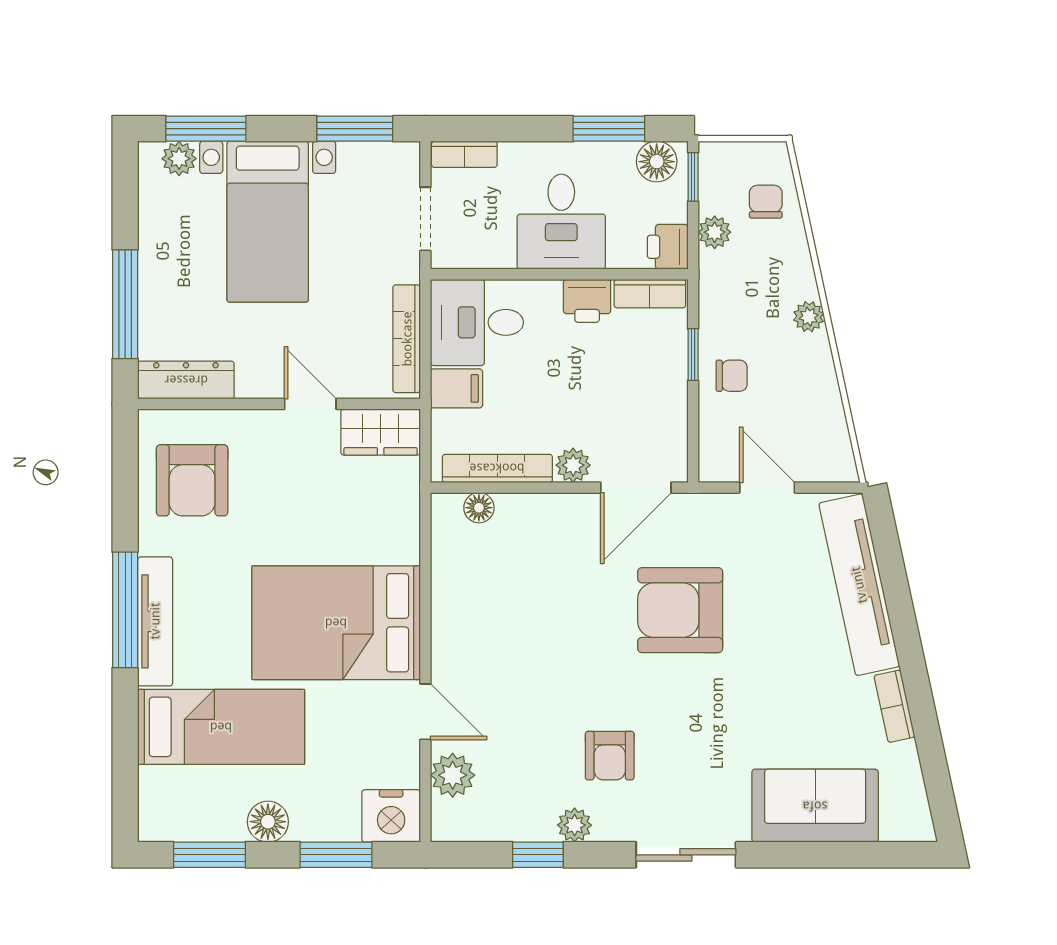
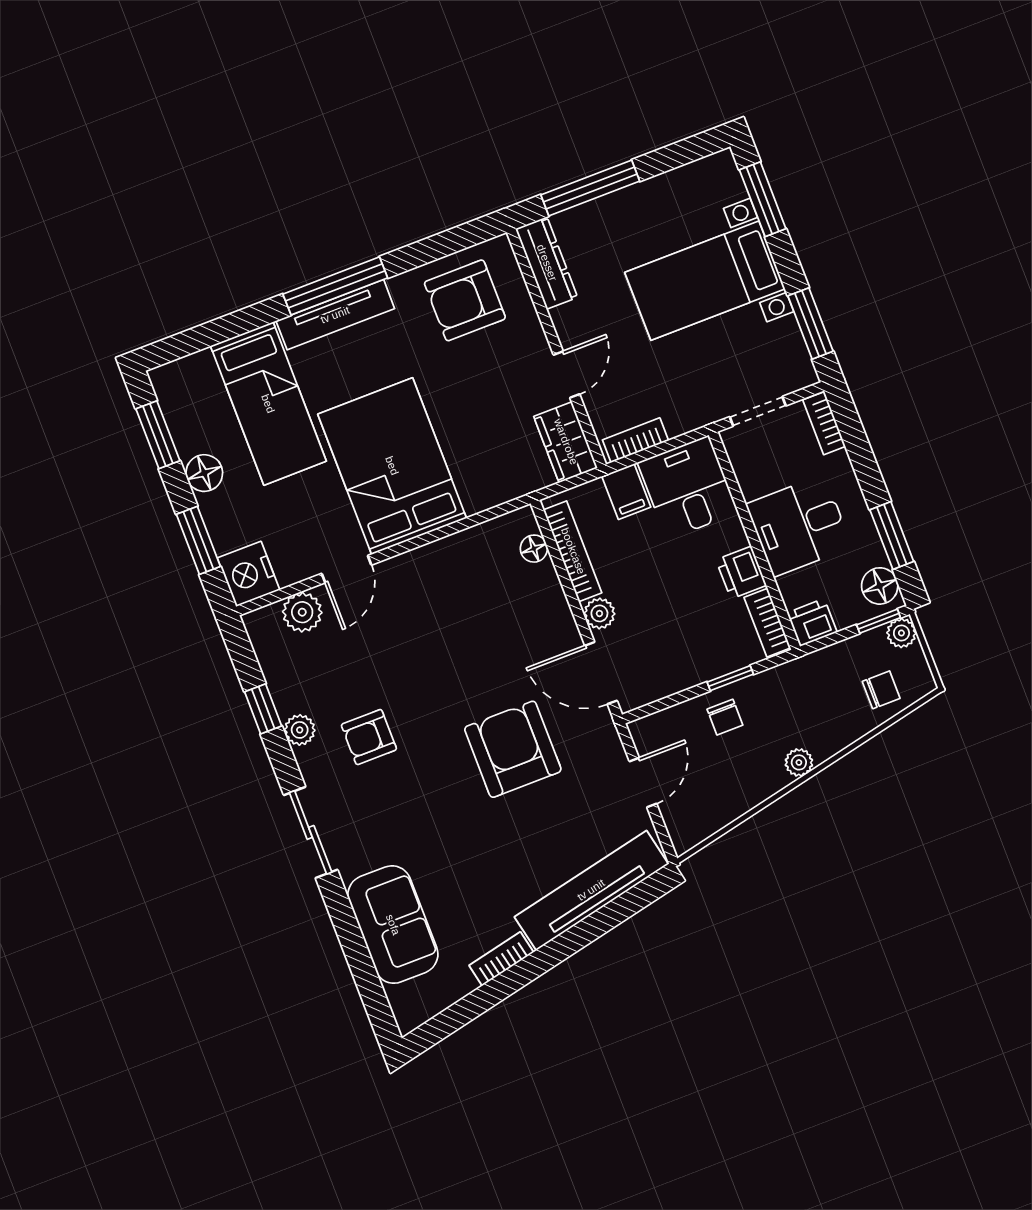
plant: (179, 159) -> (729, 186), removed
plant: (715, 232) -> (901, 633), moved
bookcase: (407, 339) -> (635, 440), width x0.64

